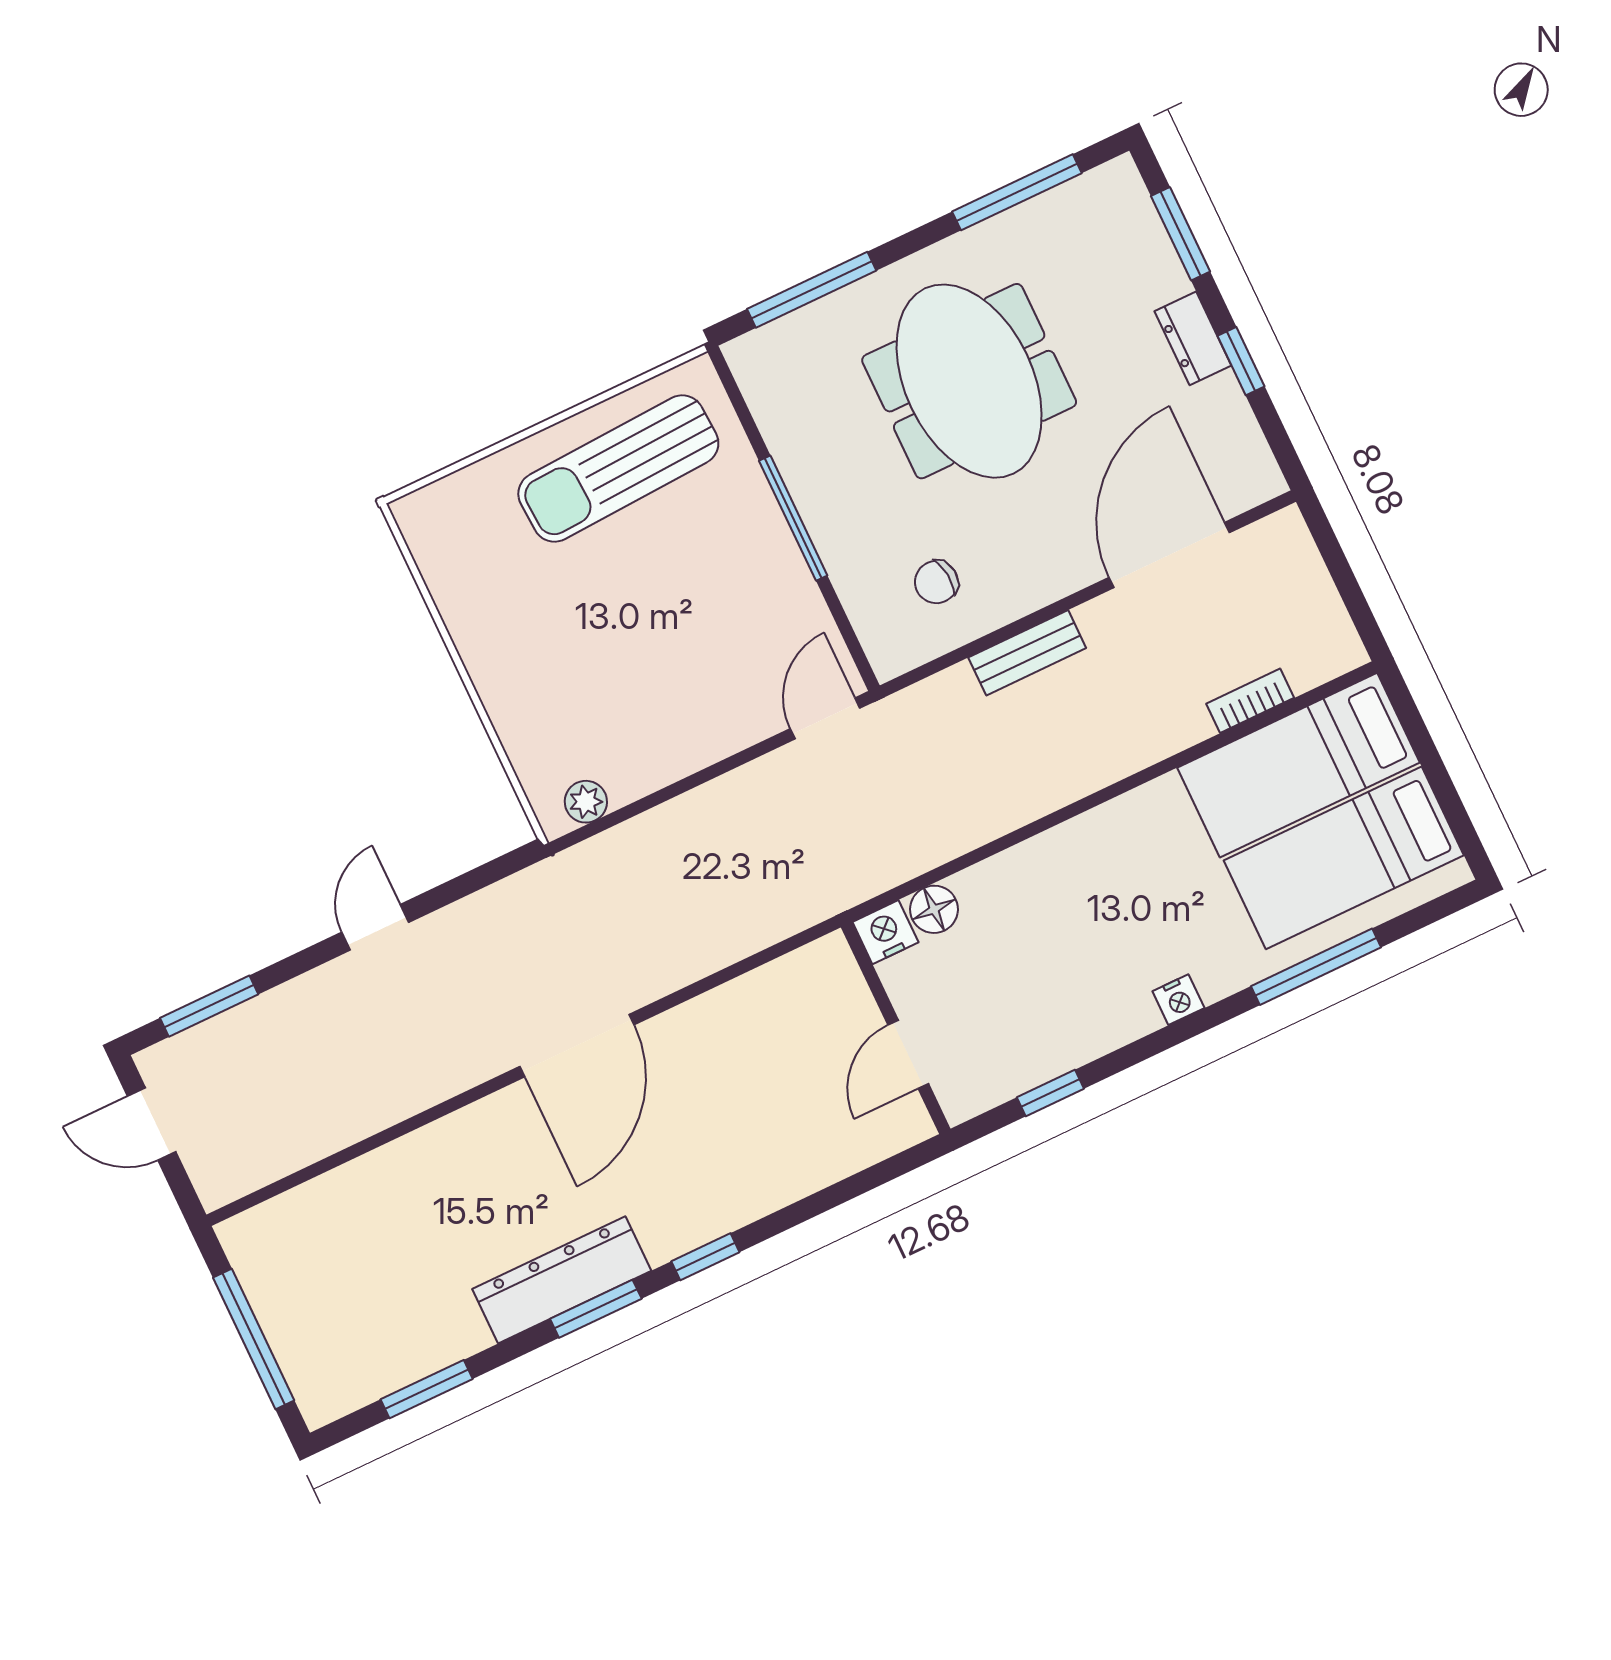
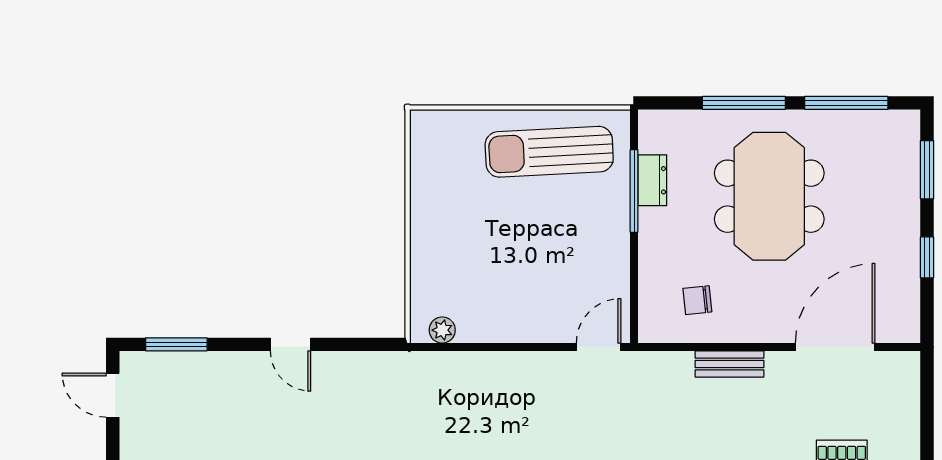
window: (812, 290) -> (744, 103), moved
dresser: (1193, 338) -> (652, 180), moved, turned 180
window: (793, 518) -> (634, 191), moved
door: (375, 927) -> (291, 344), swing flipped

